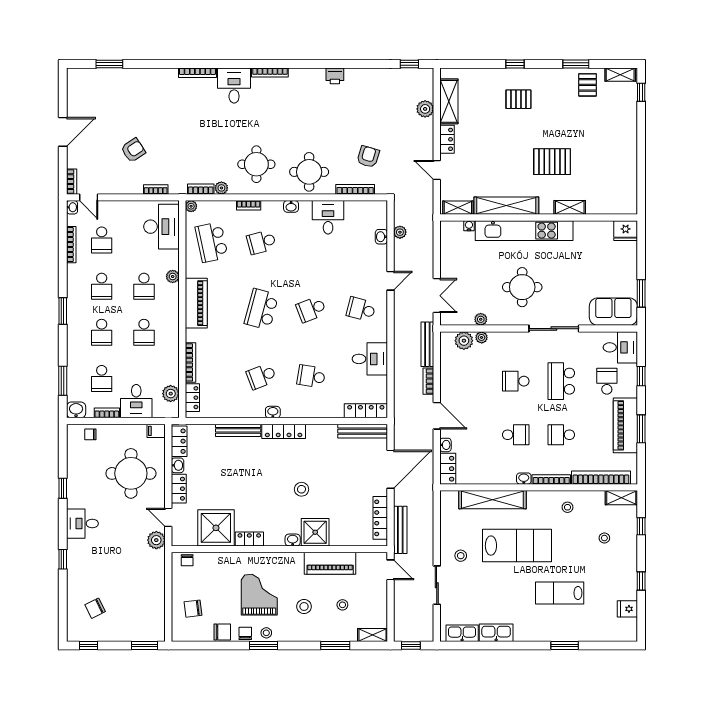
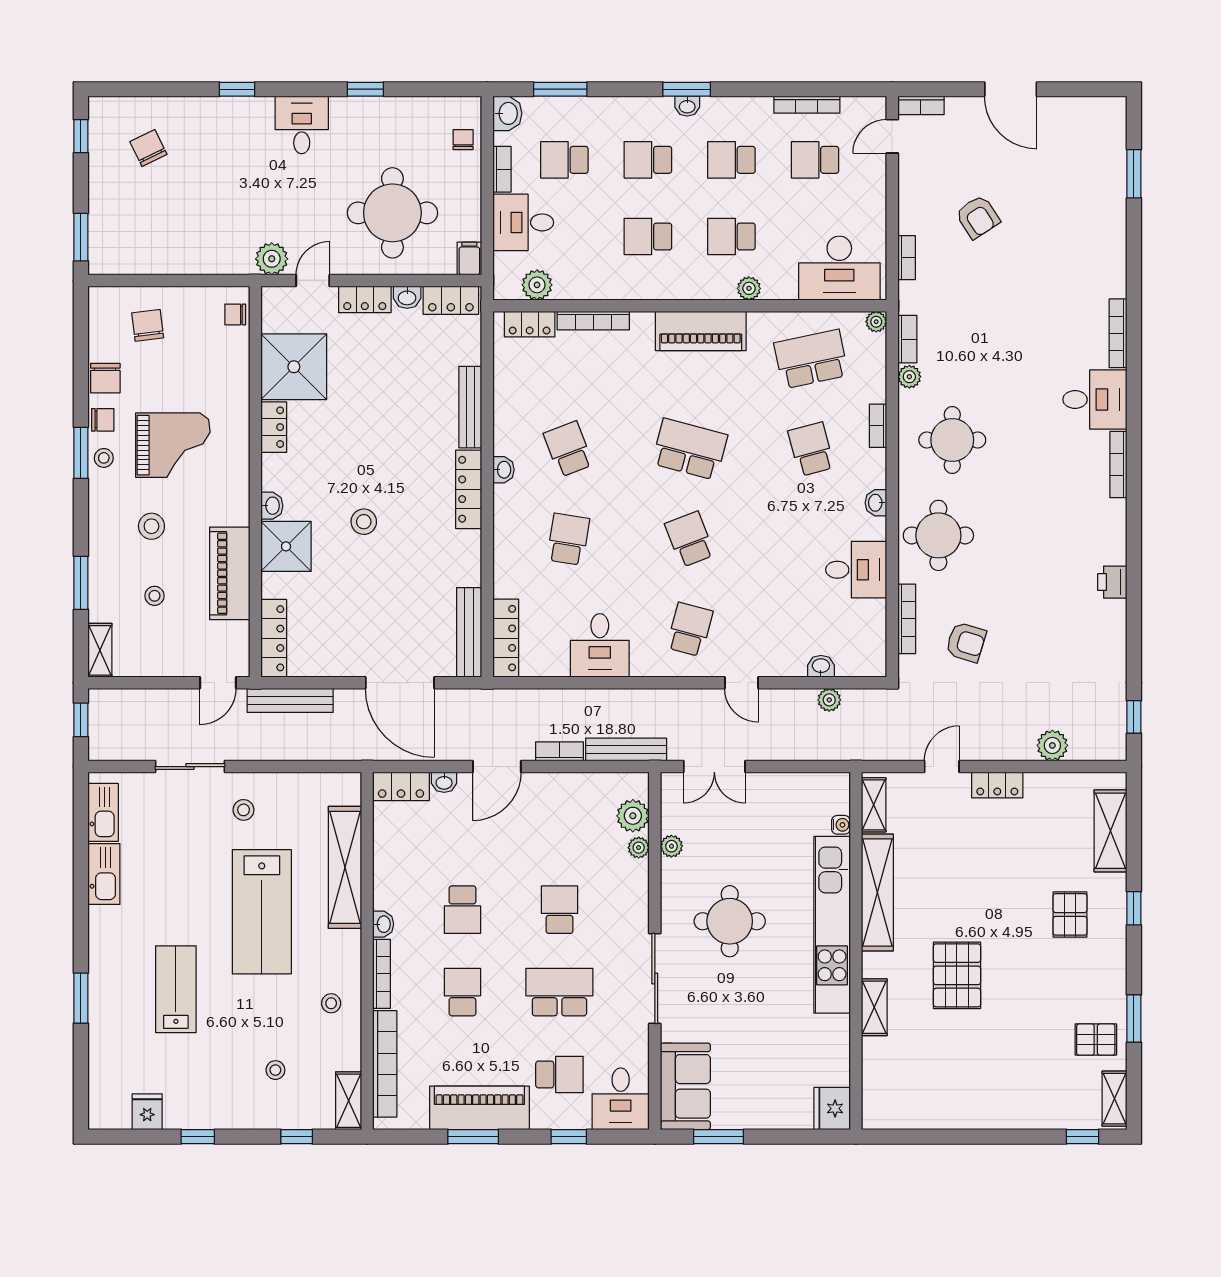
shelving: (449, 101) -> (1110, 831), moved, turned 90
washbasin: (72, 207) -> (687, 106), moved
locker: (380, 518) -> (274, 638), moved, turned 90

